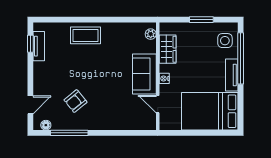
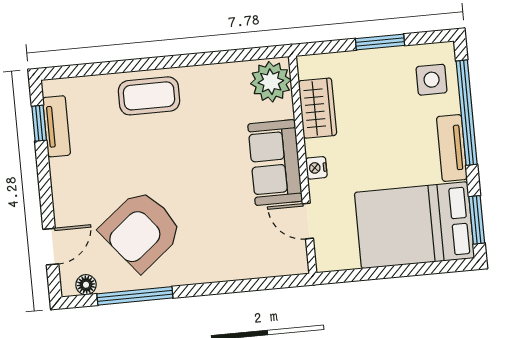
plant: (151, 34) -> (271, 82), width x1.88, depth x1.88
armchair: (75, 101) -> (141, 230), width x1.88, depth x1.88
window: (241, 111) -> (477, 220), added

